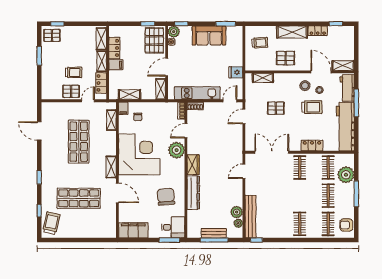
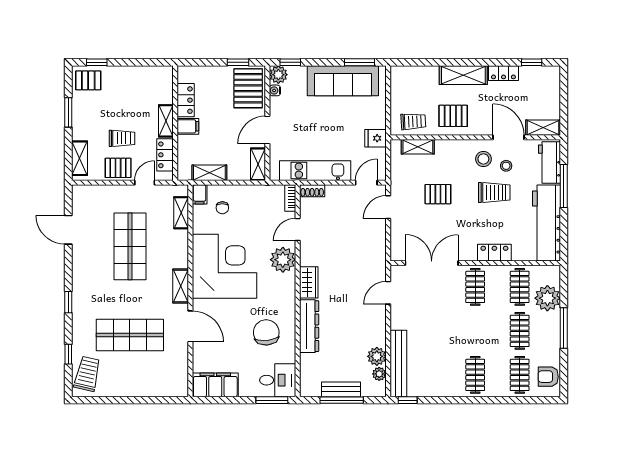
sofa: (209, 36) -> (343, 81), width x1.36
shelving: (101, 39) -> (79, 158), moved
trolley: (260, 43) -> (413, 122), moved

